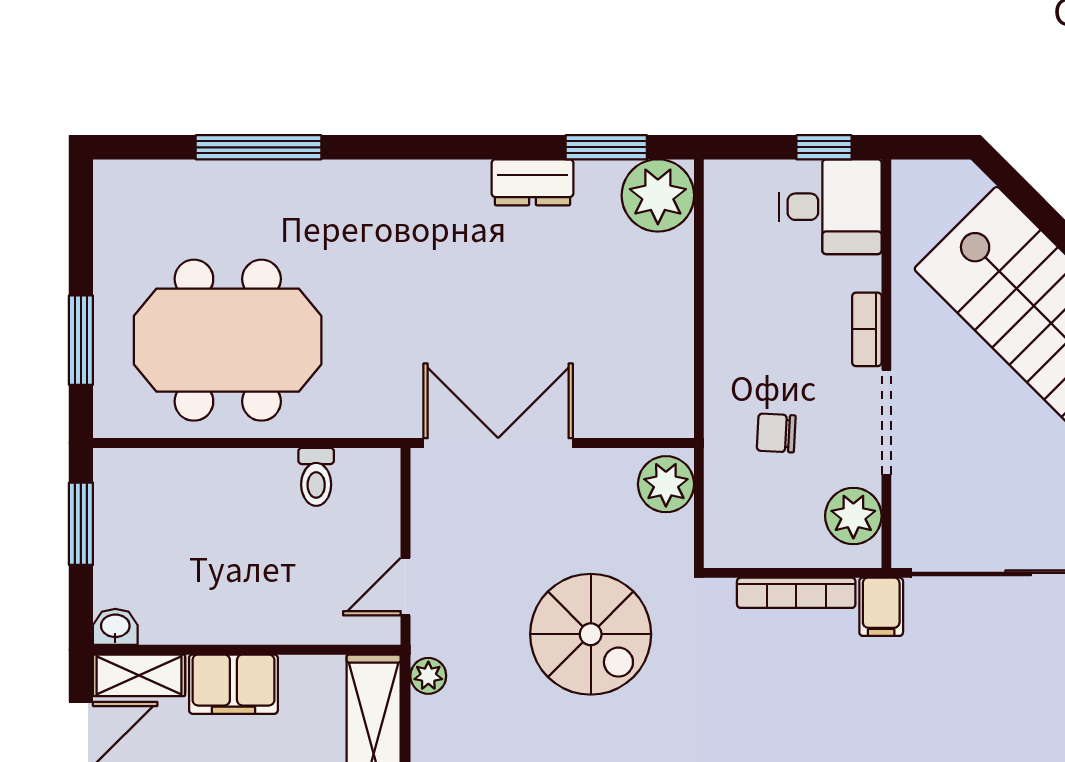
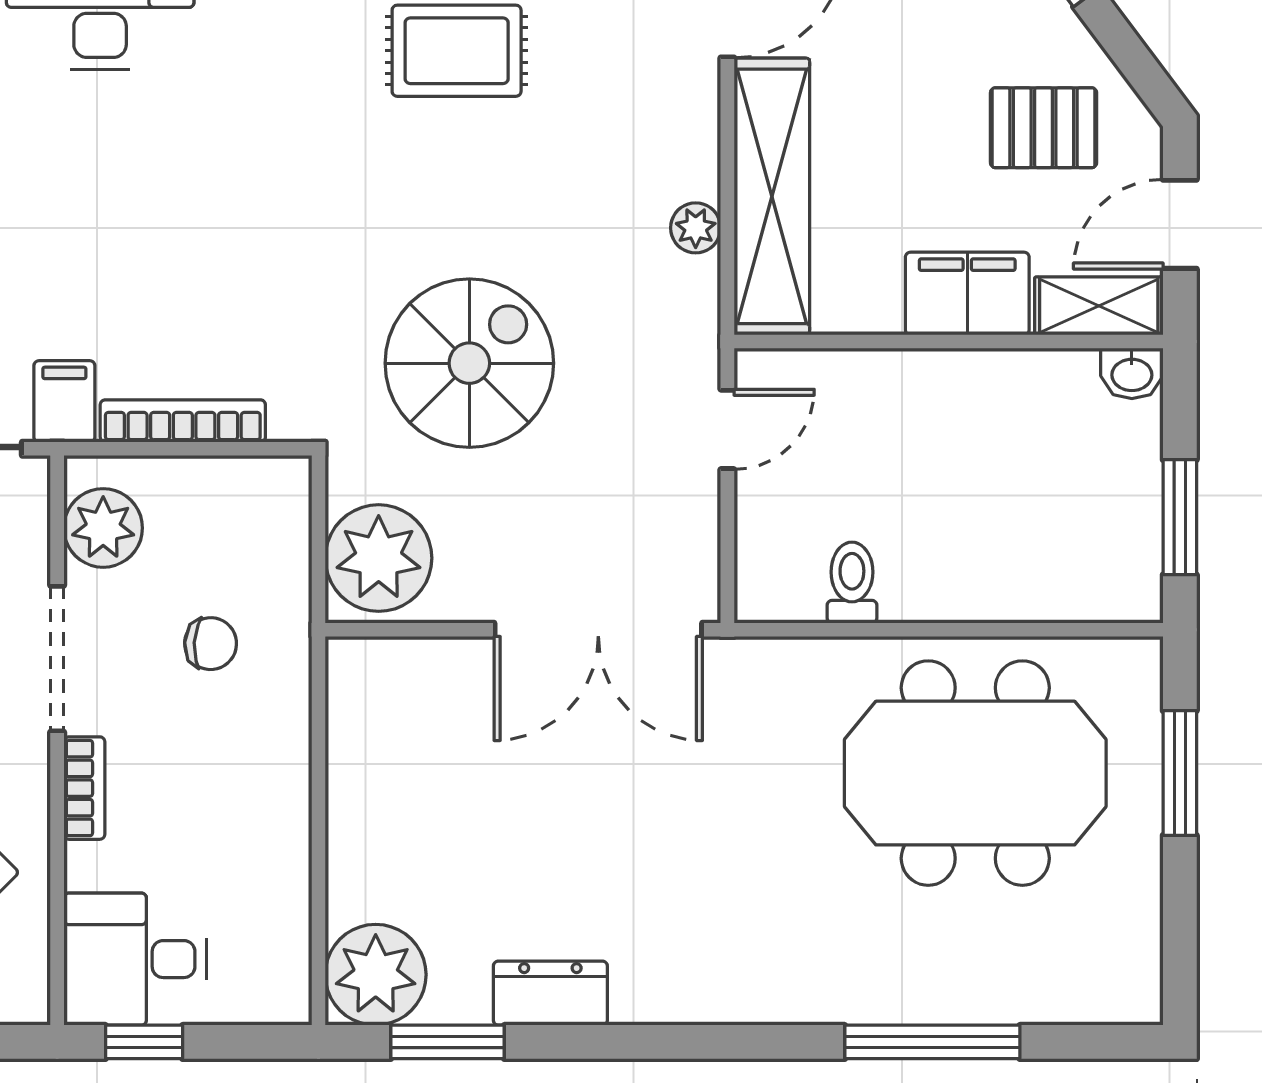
plant: (666, 484) -> (379, 558), width x1.36, depth x1.36
spiral stairs: (591, 634) -> (469, 363), turned 90
plant: (428, 676) -> (696, 228), moved

